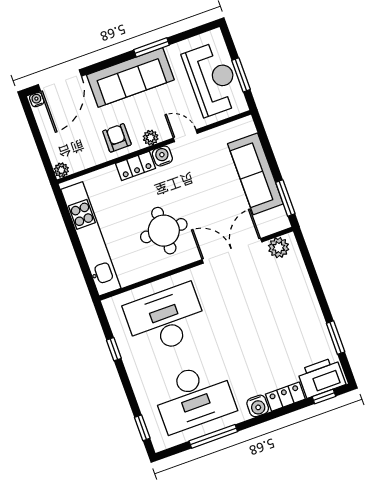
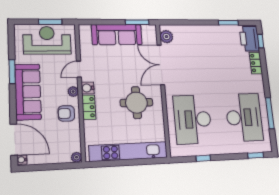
water cooler: (258, 406) -> (258, 81), removed

